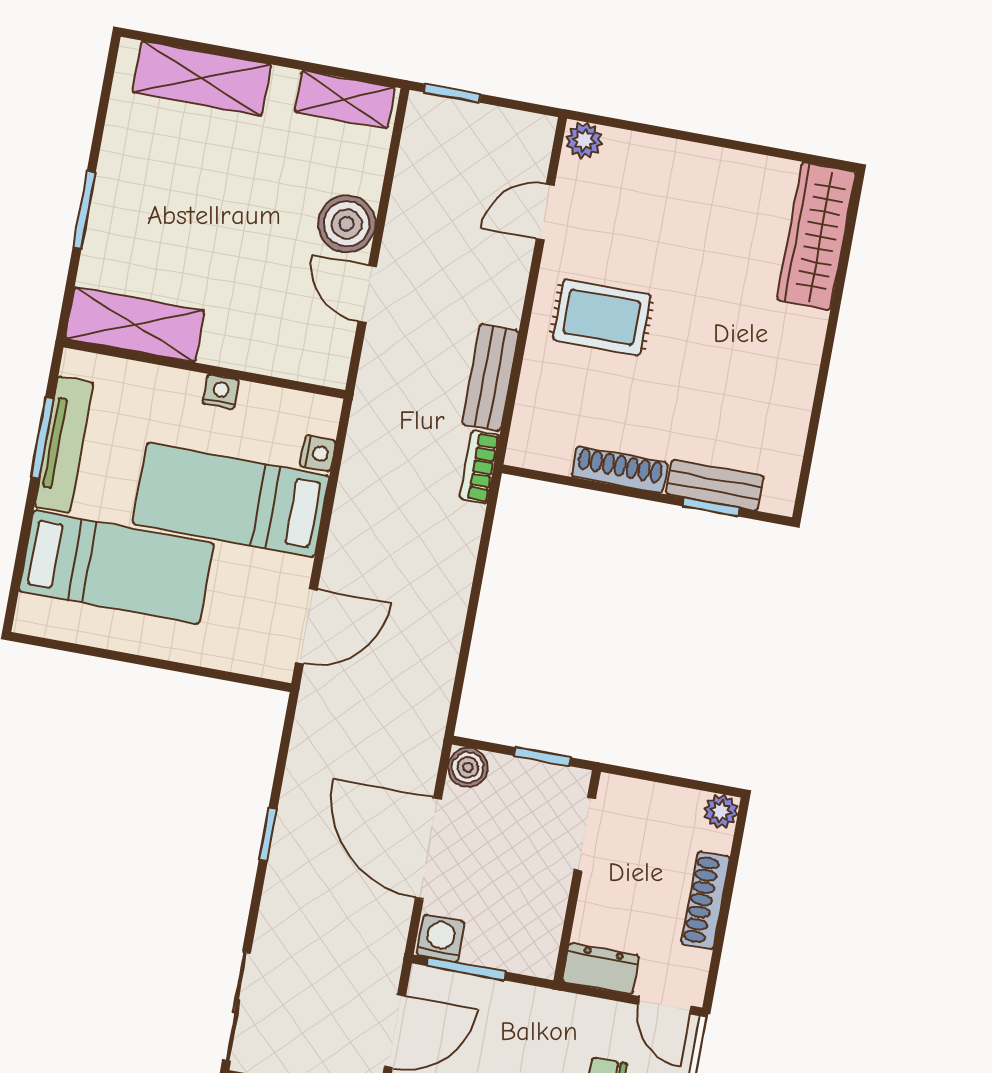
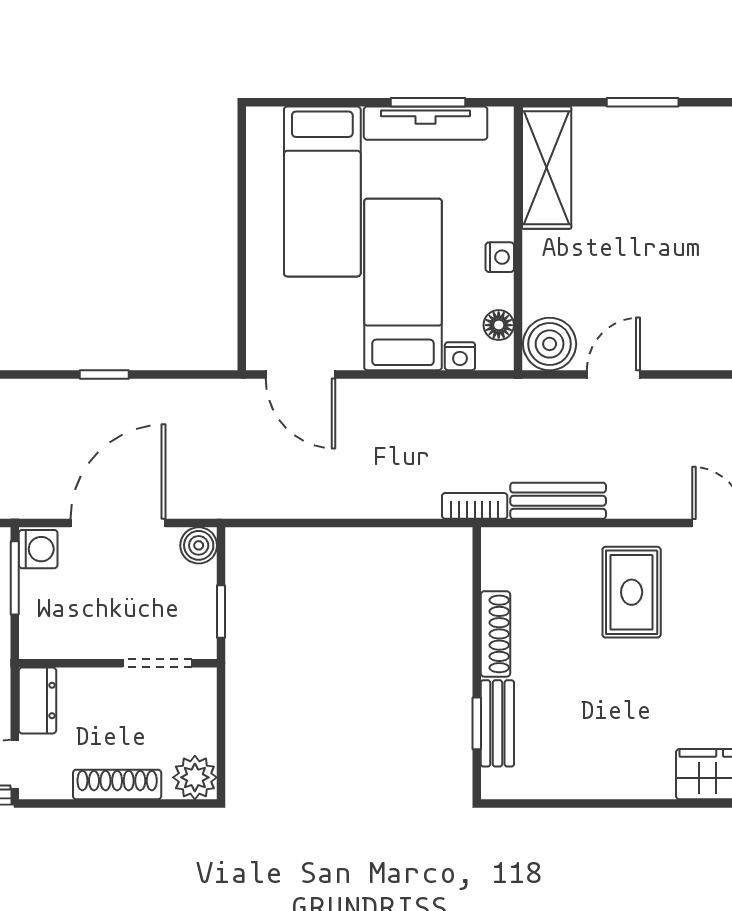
boiler: (347, 224) -> (550, 344), moved
floor lamp: (292, 406) -> (499, 325), added
plant: (721, 811) -> (195, 777), width x1.38, depth x1.38

